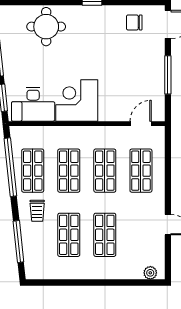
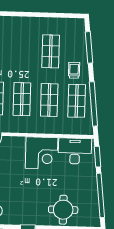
shop shelf: (105, 235) -> (23, 51), removed

